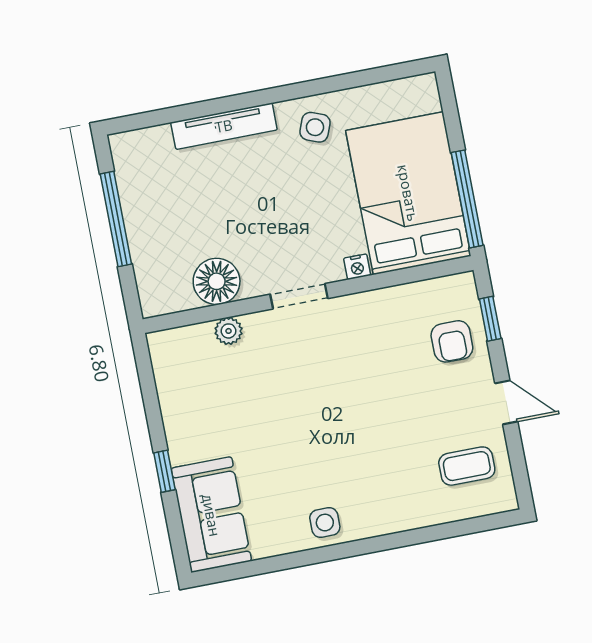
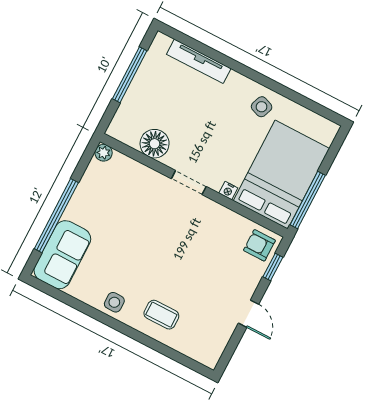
tv unit: (224, 126) -> (199, 61), moved
plant: (229, 331) -> (104, 153), moved
armchair: (452, 341) -> (259, 245), moved, turned 90
coffee table: (467, 466) -> (161, 315), moved
window: (164, 471) -> (56, 216), width x3.17

